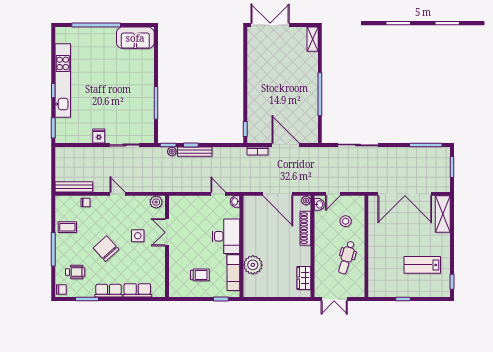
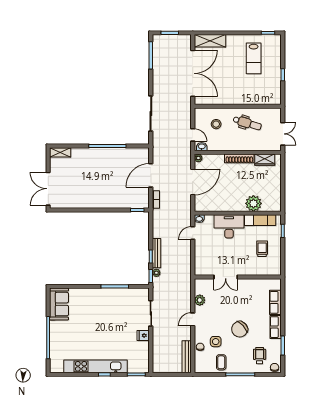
plant: (156, 202) -> (200, 300), moved
shoe rack: (305, 228) -> (239, 158), moved
side table: (138, 236) -> (216, 342), moved

